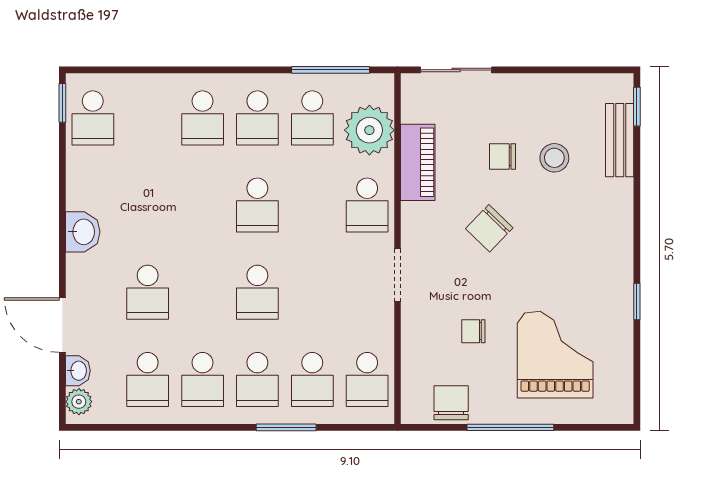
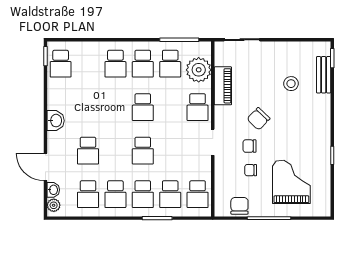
chair: (502, 156) -> (249, 146), moved

